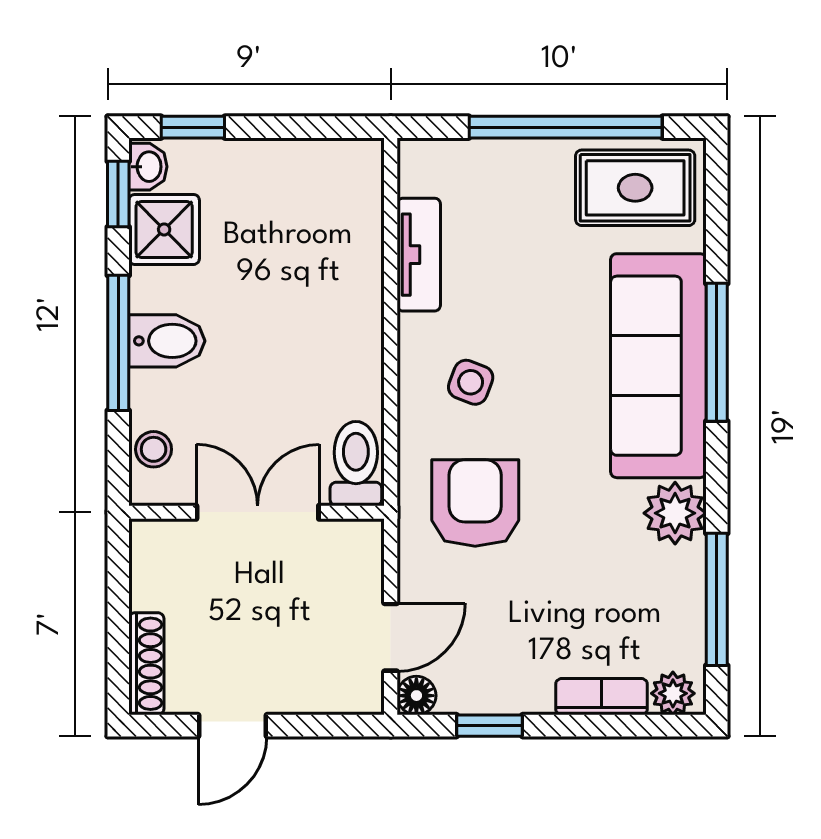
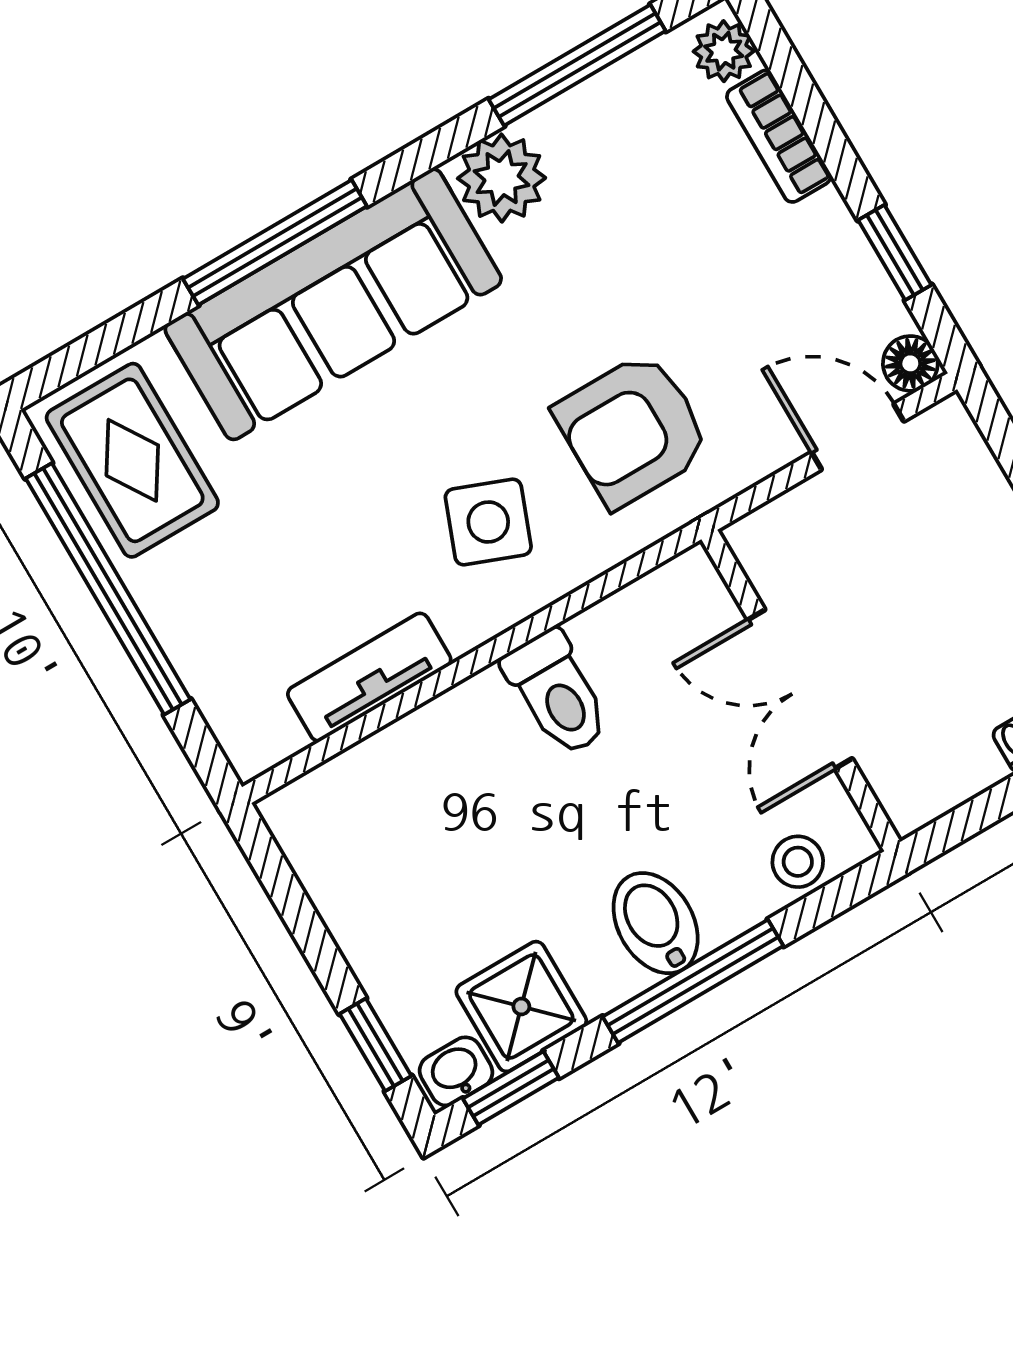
side table: (471, 382) -> (488, 522), width x1.37, depth x1.37
toilet: (356, 464) -> (557, 693), moved, turned -90

